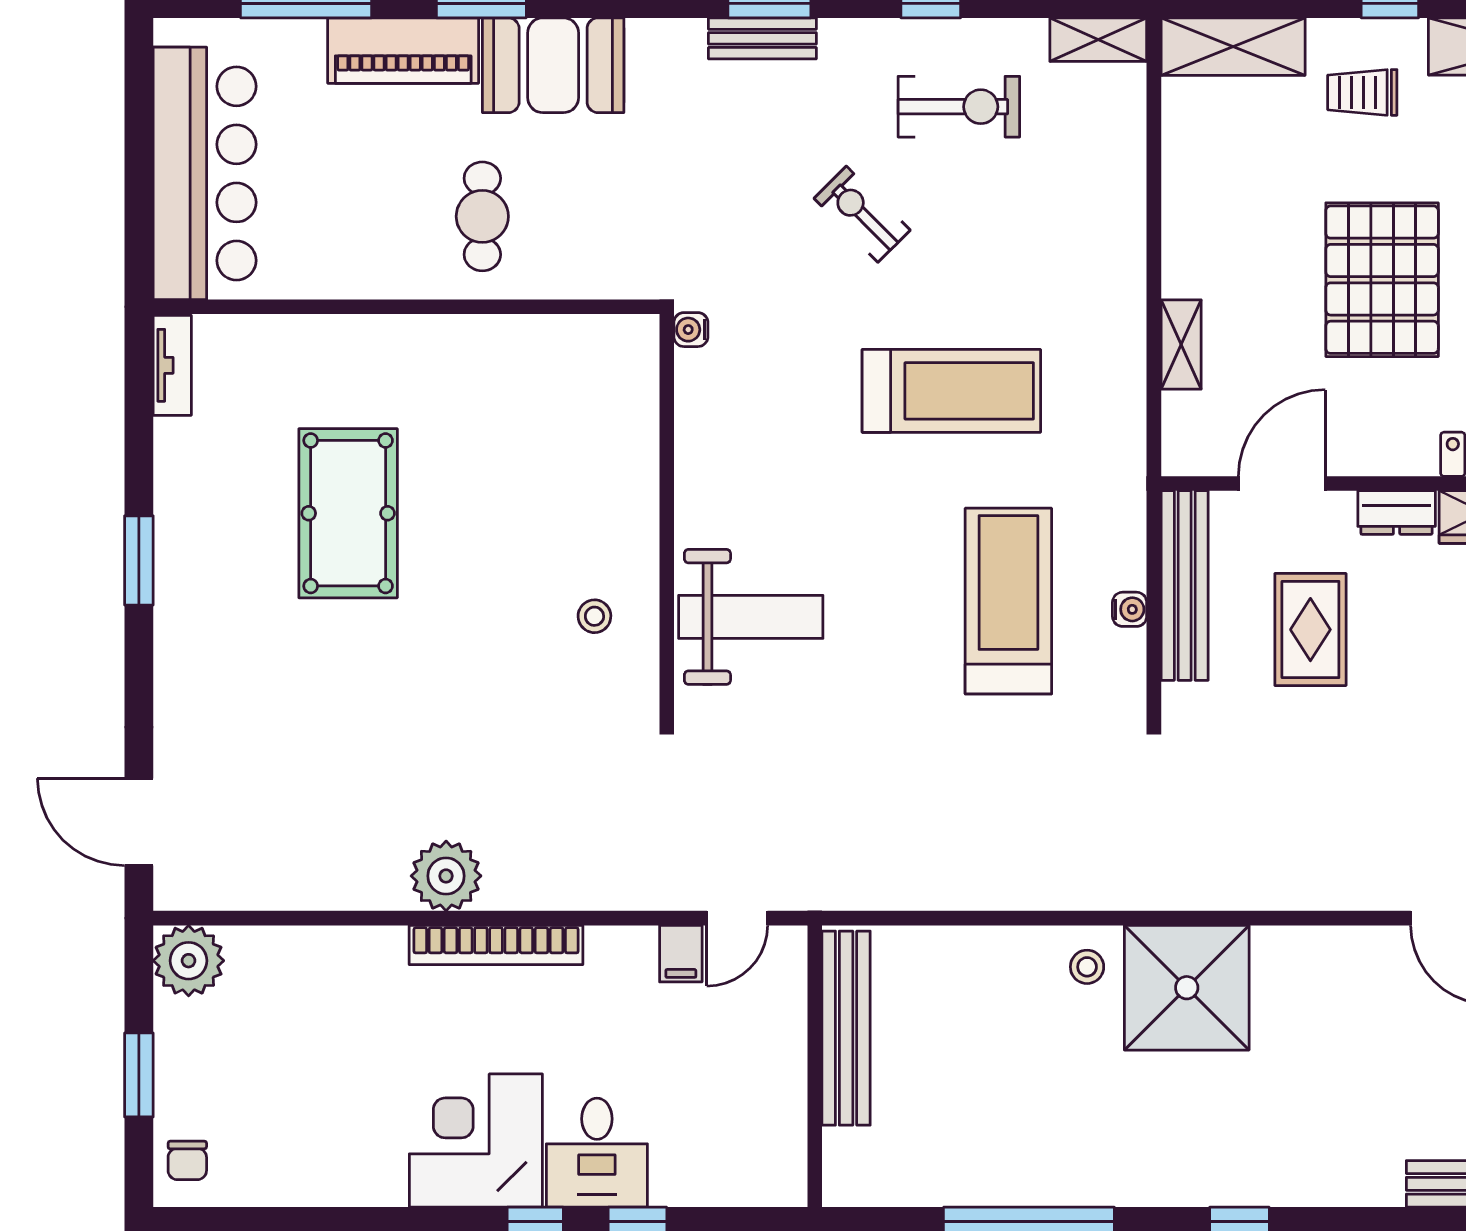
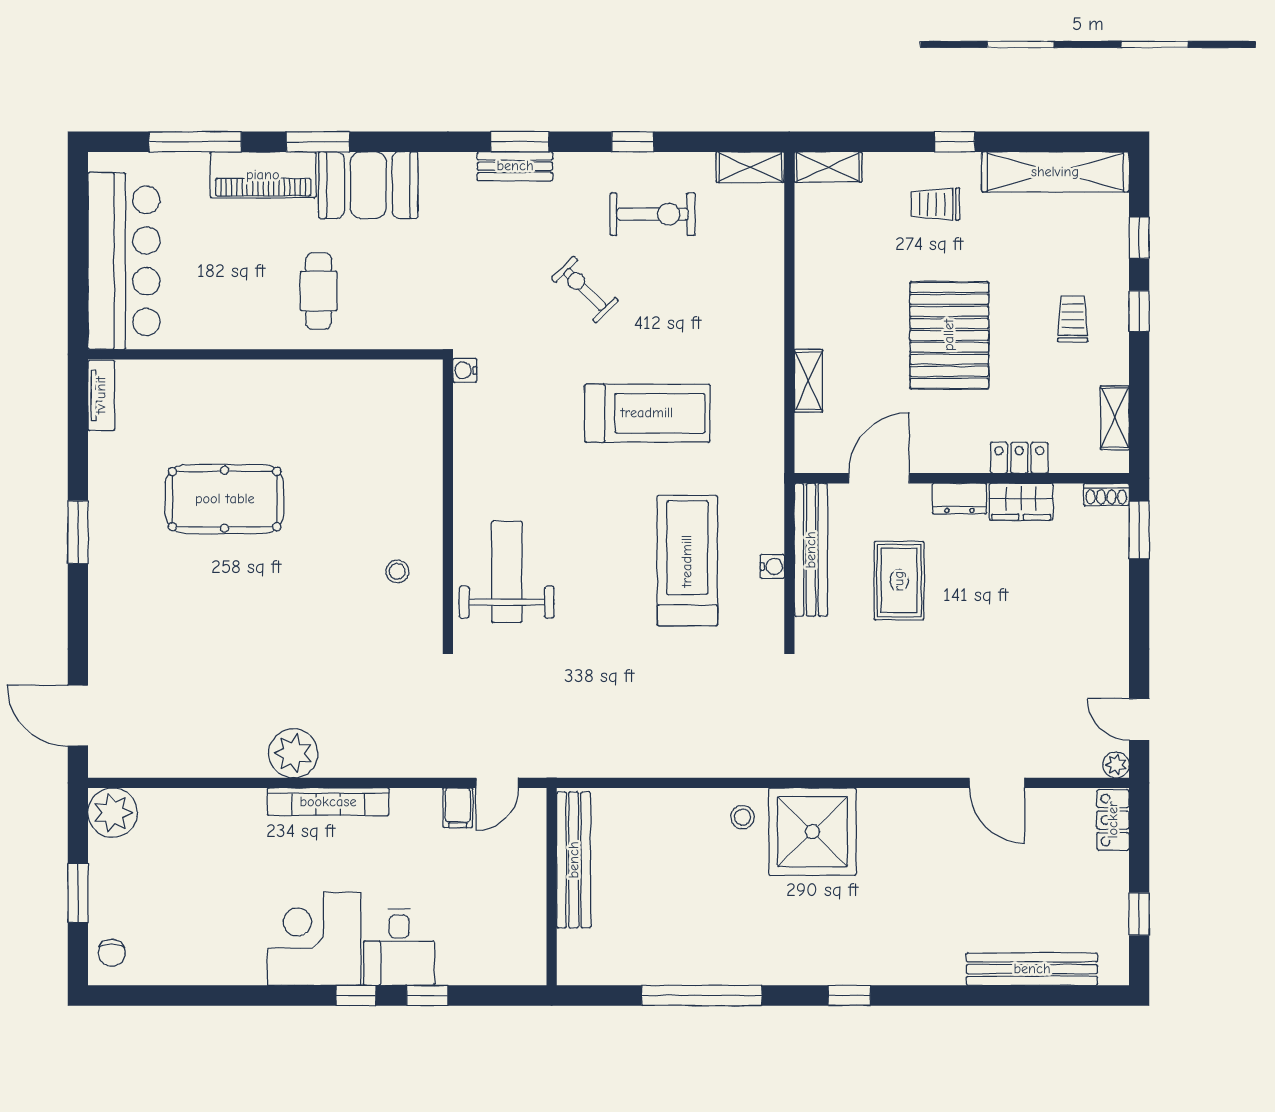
shelving: (1233, 47) -> (828, 167), width x0.67, depth x0.75
pool table: (348, 513) -> (225, 499), turned 90
weight bench: (751, 617) -> (507, 572), turned -90

